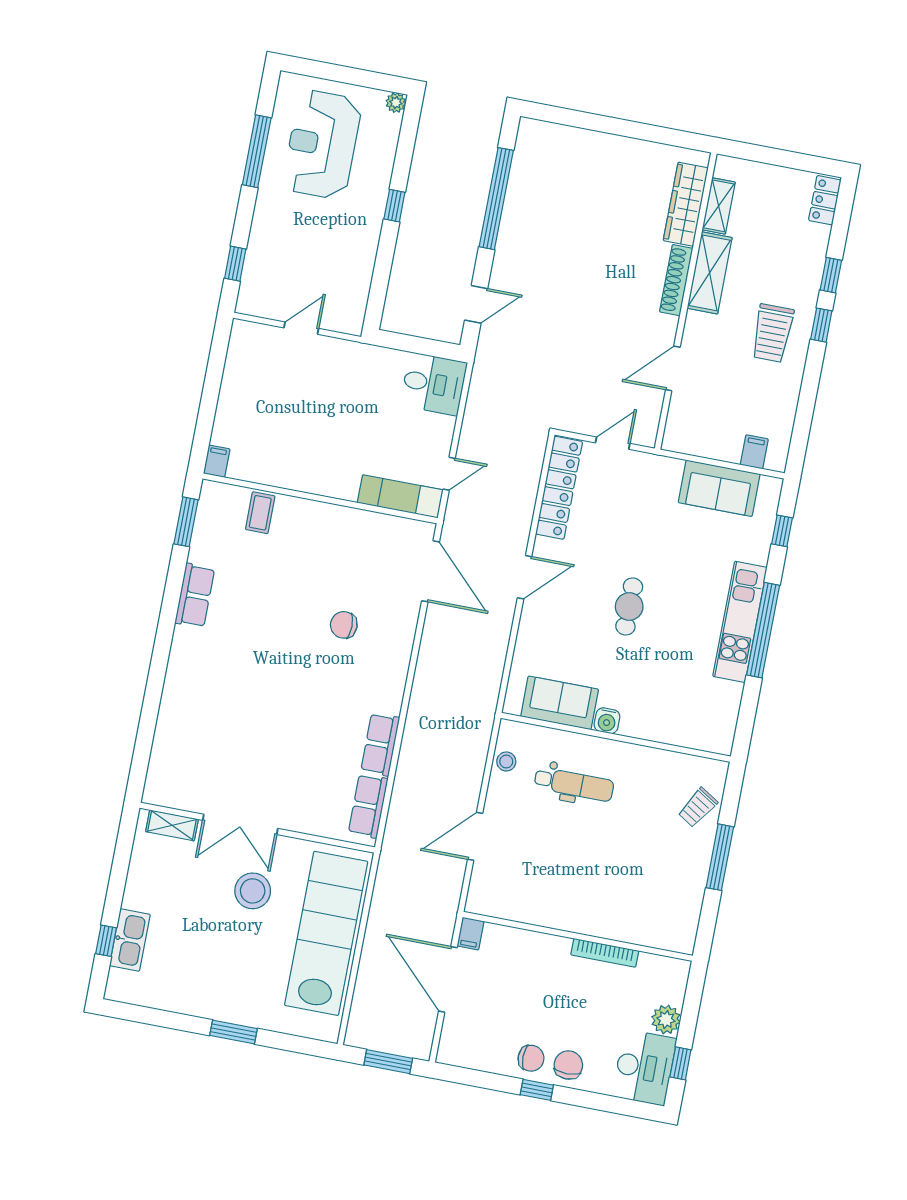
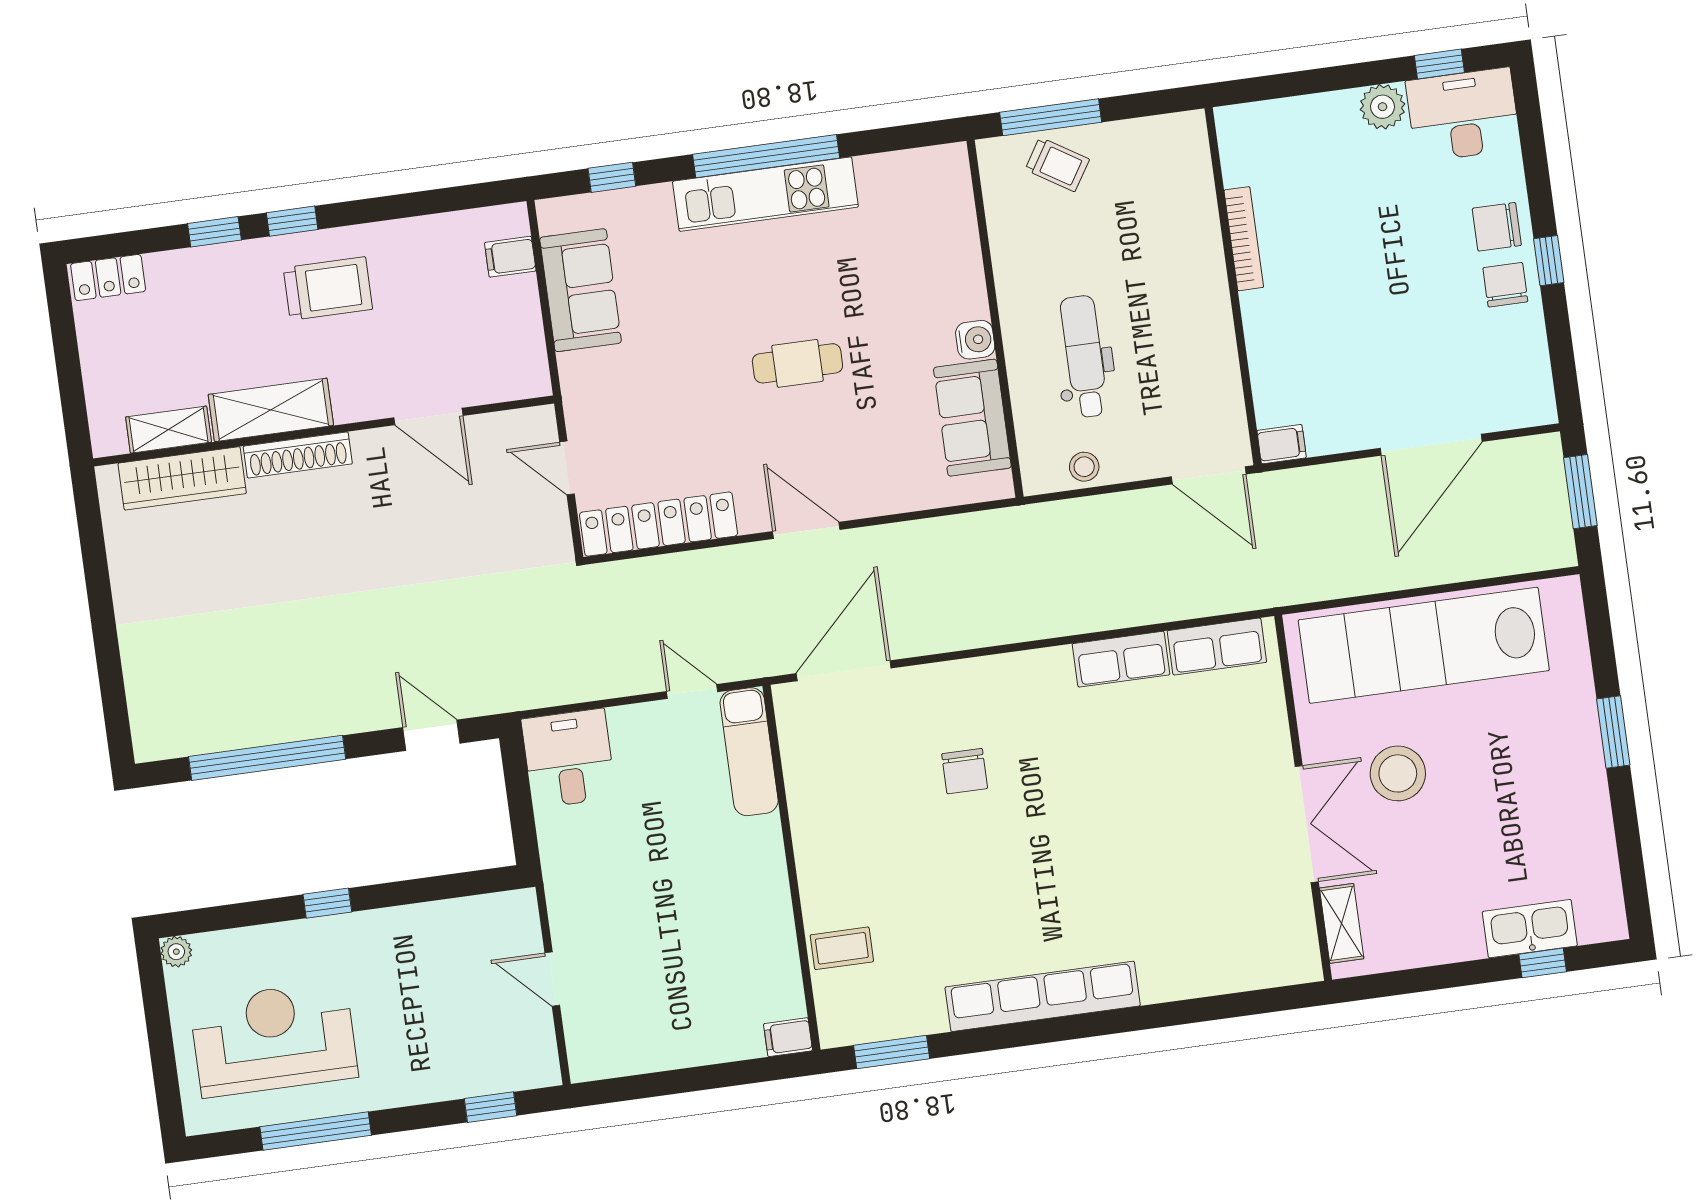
reception desk: (322, 144) -> (274, 1039), turned 180
row of seats: (195, 596) -> (1043, 996), width x2.02
window: (720, 857) -> (1051, 117), moved
filing cabinet: (470, 934) -> (1282, 444), moved
wall: (578, 936) -> (1233, 286), moved
bookcase: (605, 953) -> (1244, 239), moved

